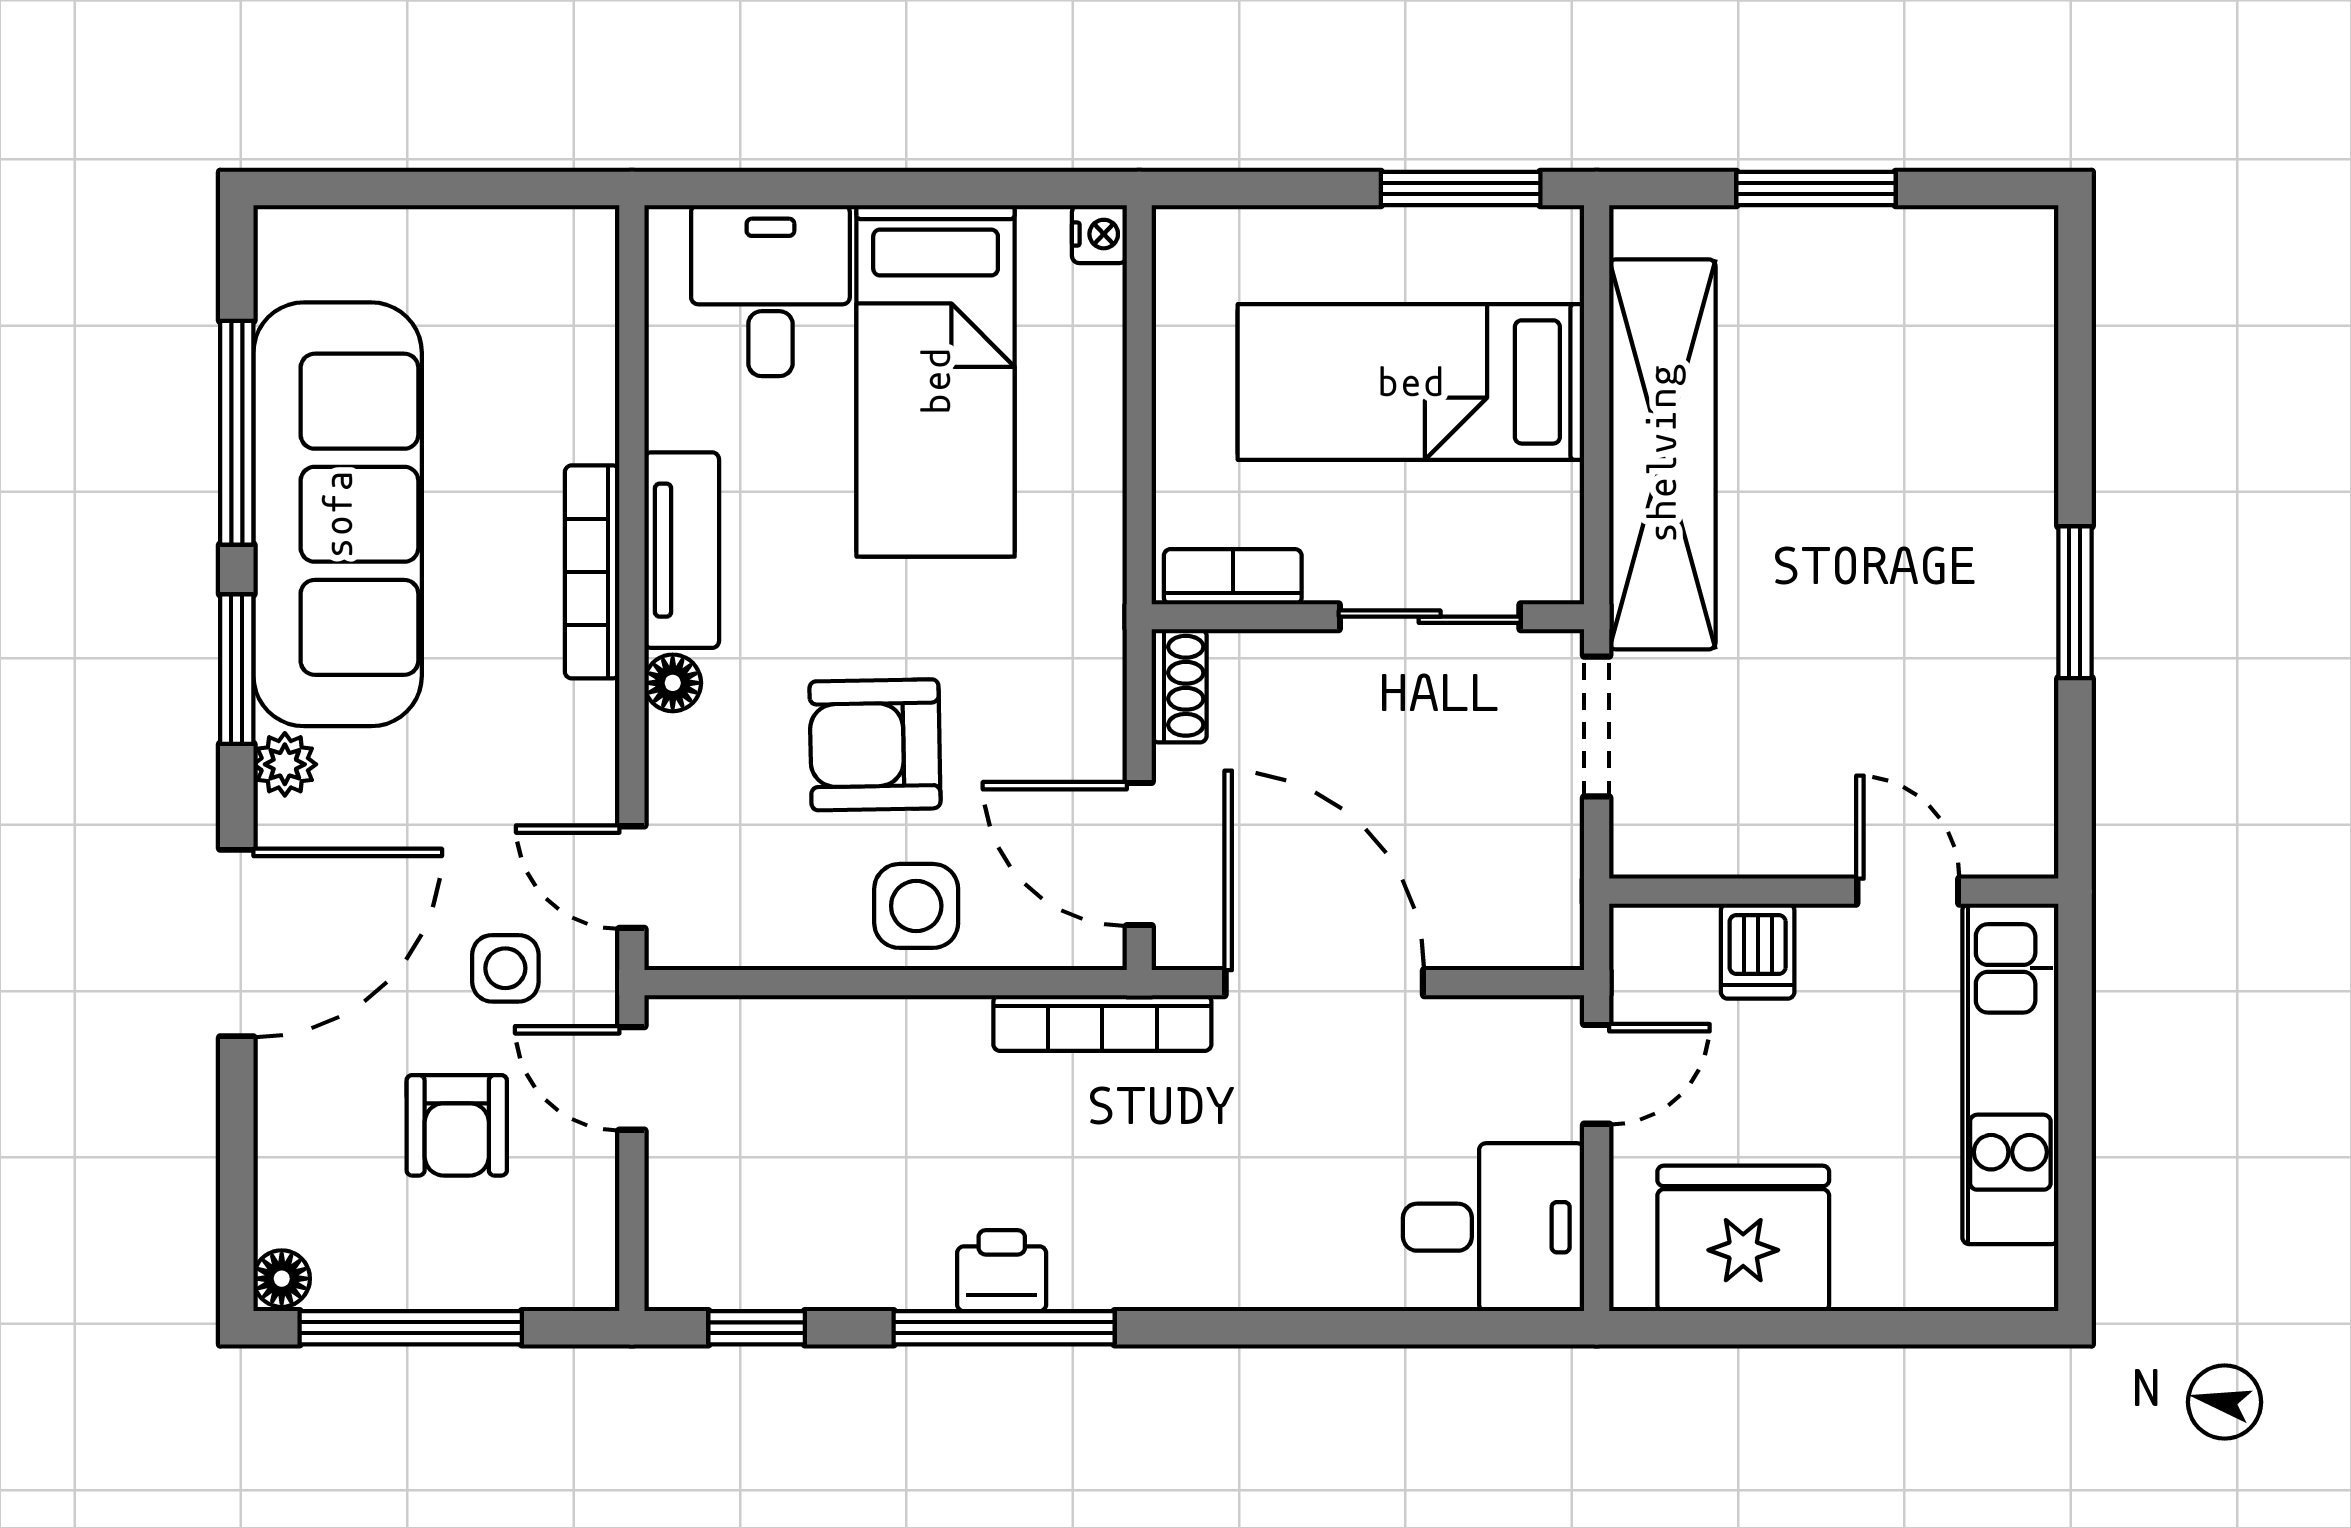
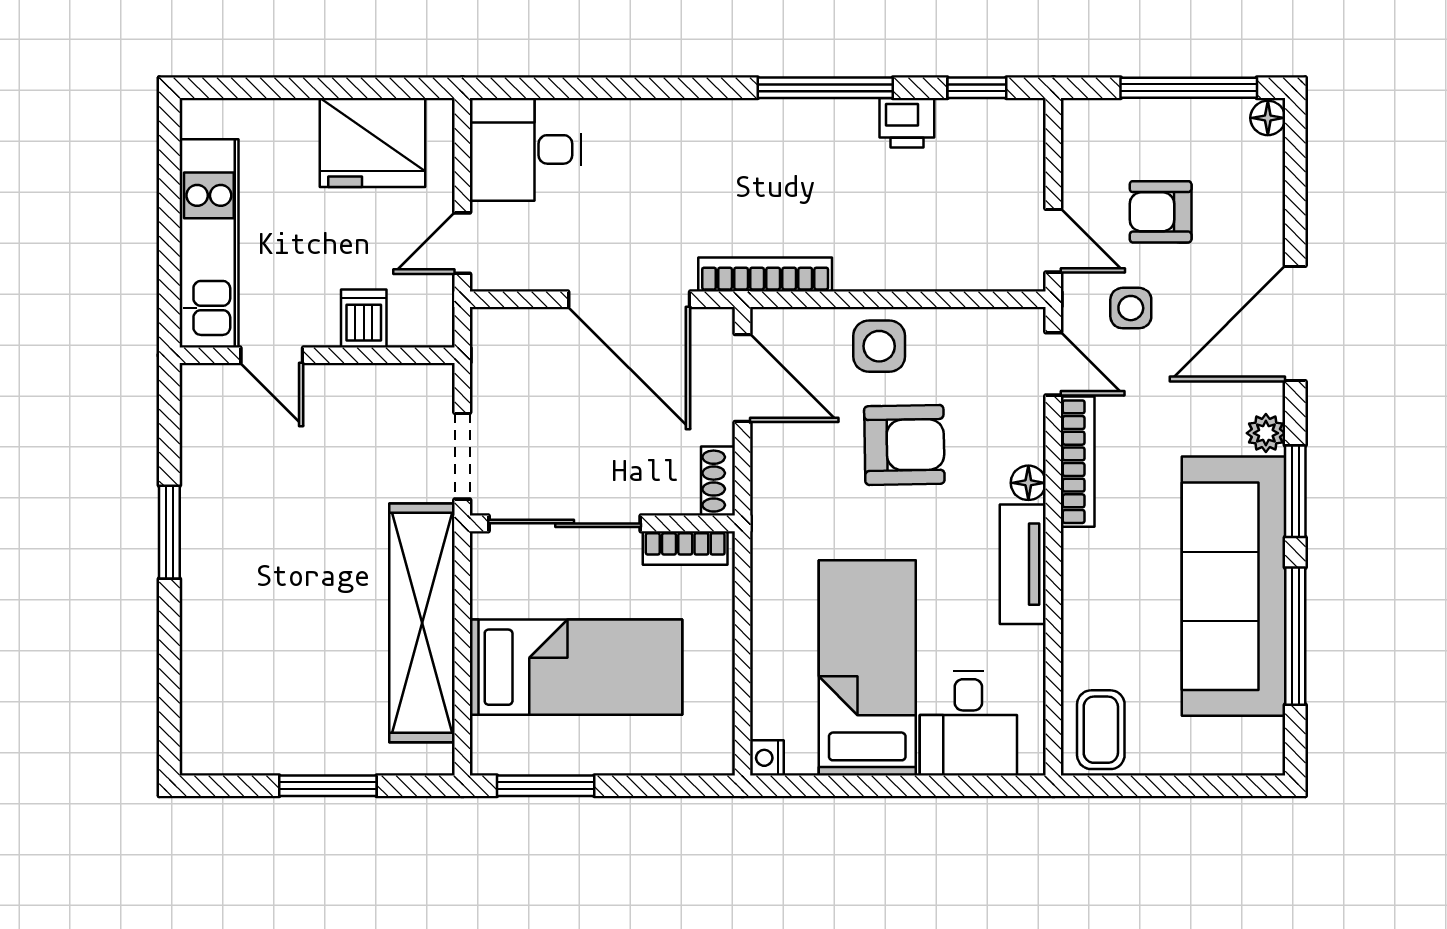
coffee table: (554, 280) -> (1101, 730), added
bookcase: (592, 572) -> (1078, 462), moved
sliding door: (1430, 617) -> (565, 523), width x1.37
armchair: (457, 1125) -> (1161, 212), turned -90
printer: (1002, 1271) -> (907, 123), moved

